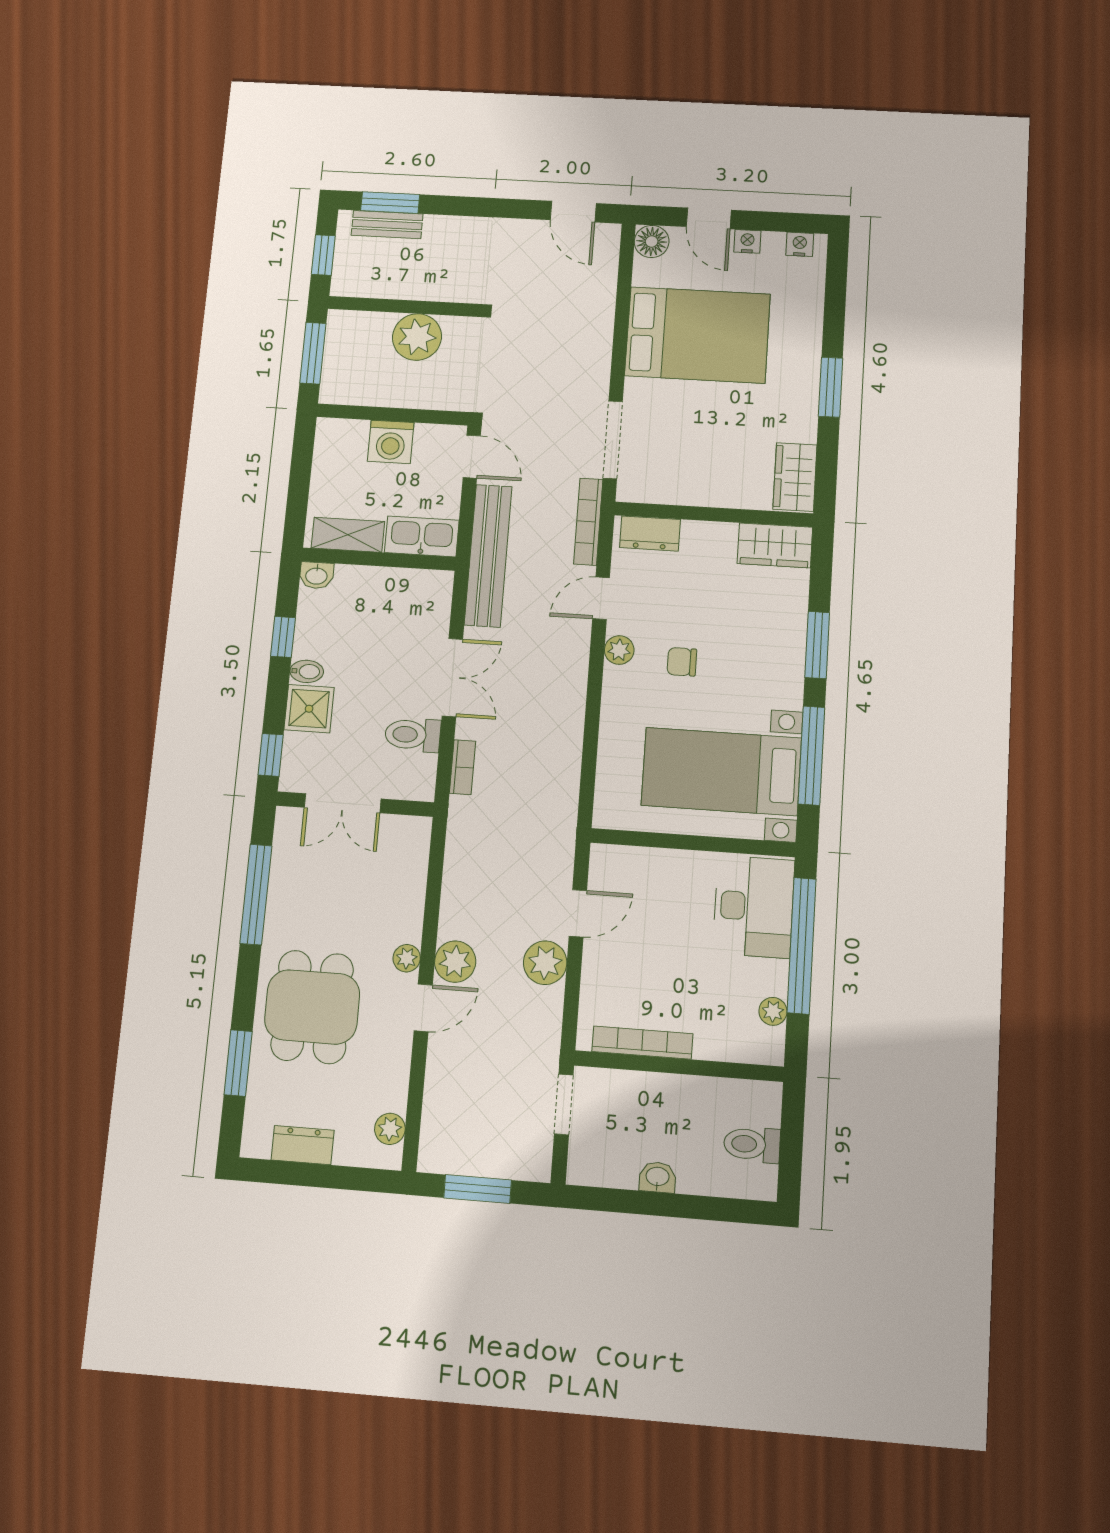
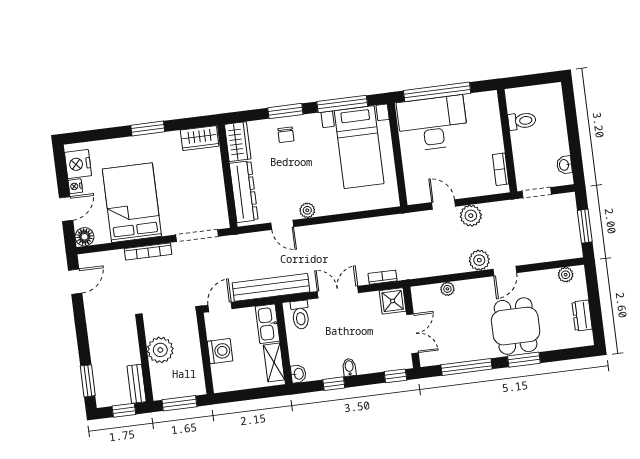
bench: (387, 225) -> (137, 384), moved
nightstand: (800, 244) -> (78, 164), width x1.89, depth x1.79
bookcase: (588, 522) -> (148, 251), moved
dresser: (650, 533) -> (244, 192), width x1.96, depth x1.24
chair: (682, 662) -> (286, 135), moved
shower: (309, 709) -> (393, 301), moved
toilet: (413, 735) -> (300, 315), moved
desk: (754, 907) -> (432, 123), width x1.36, depth x1.30
plant: (407, 958) -> (447, 289), moved
dining table: (312, 1007) -> (516, 326), turned 90
door: (423, 1008) -> (505, 271), swing flipped
plant: (773, 1011) -> (472, 100), removed
bookcase: (642, 1043) -> (501, 169), width x0.64
window: (238, 1063) -> (524, 360), moved
toilet: (752, 1144) -> (522, 121), moved, turned -90
washbasin: (658, 1177) -> (564, 165), moved

